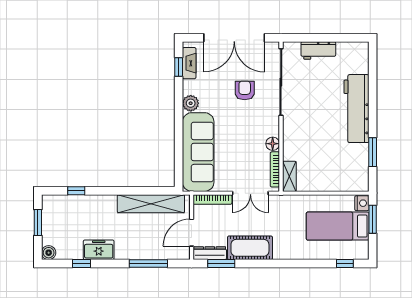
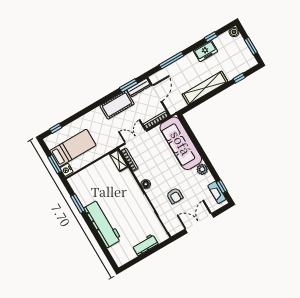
double door: (234, 38) -> (199, 223), width x0.73
floor lamp: (273, 144) -> (146, 184), moved
shelving: (151, 204) -> (205, 88), moved

